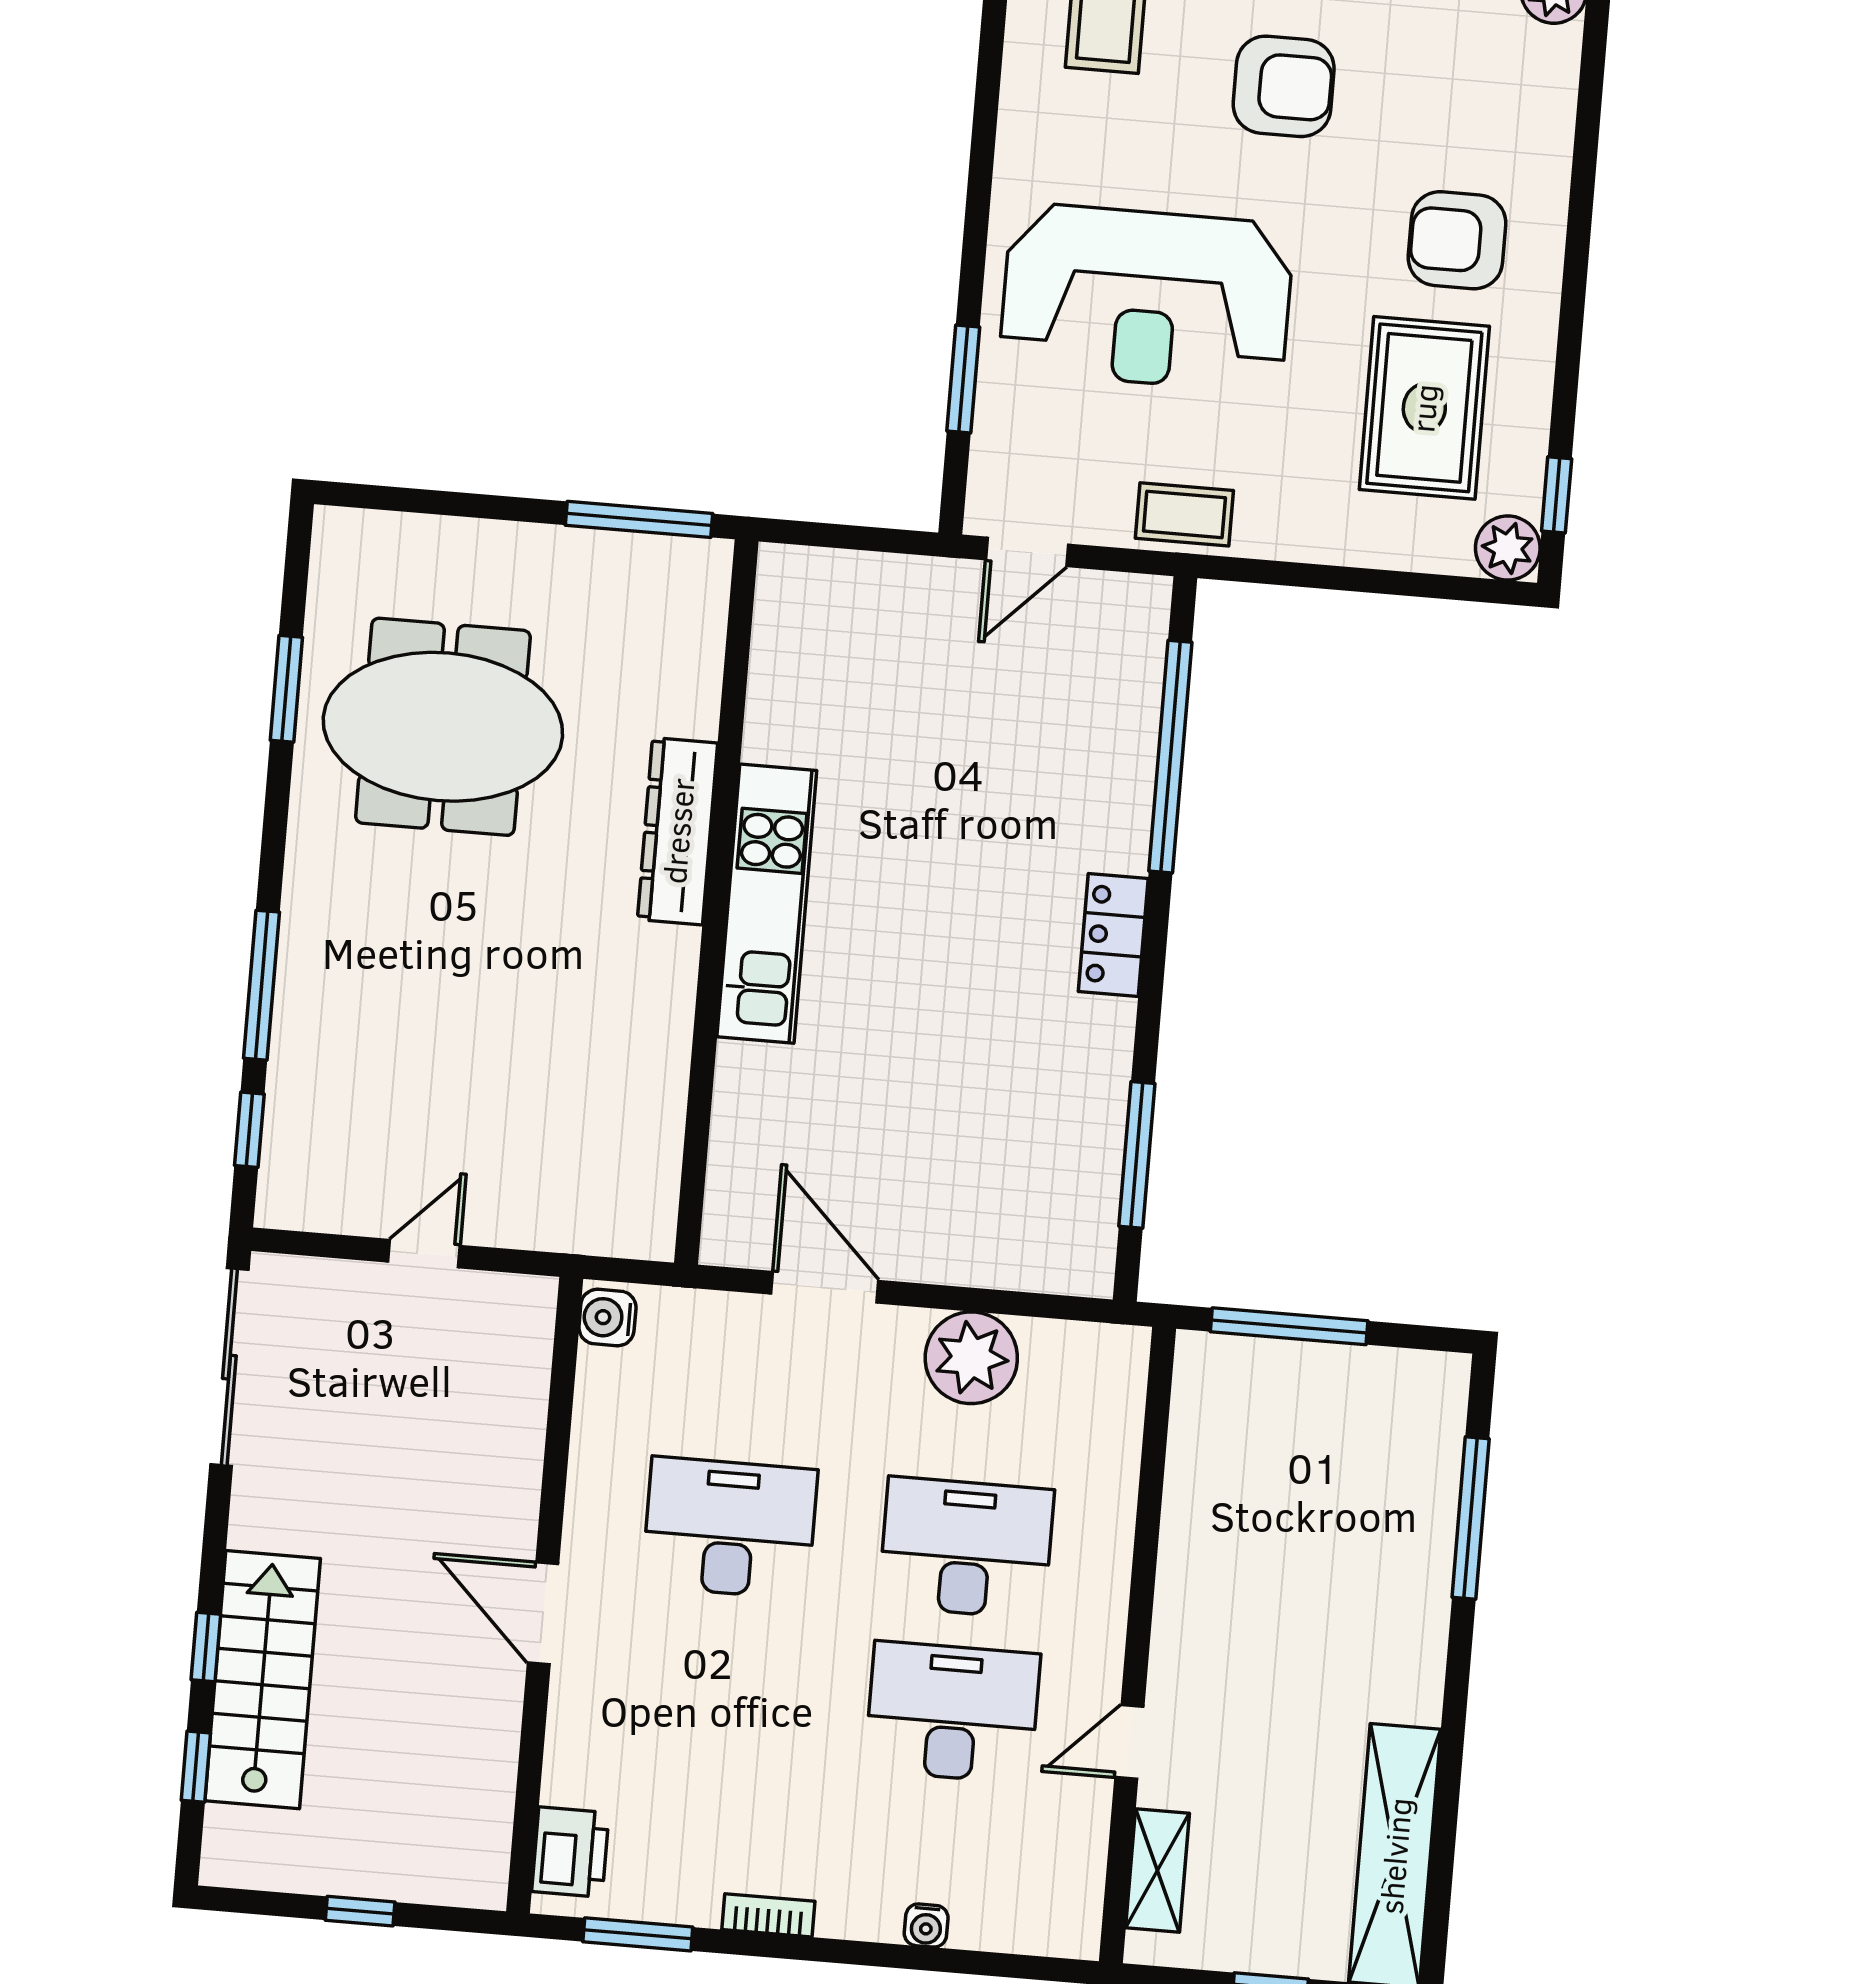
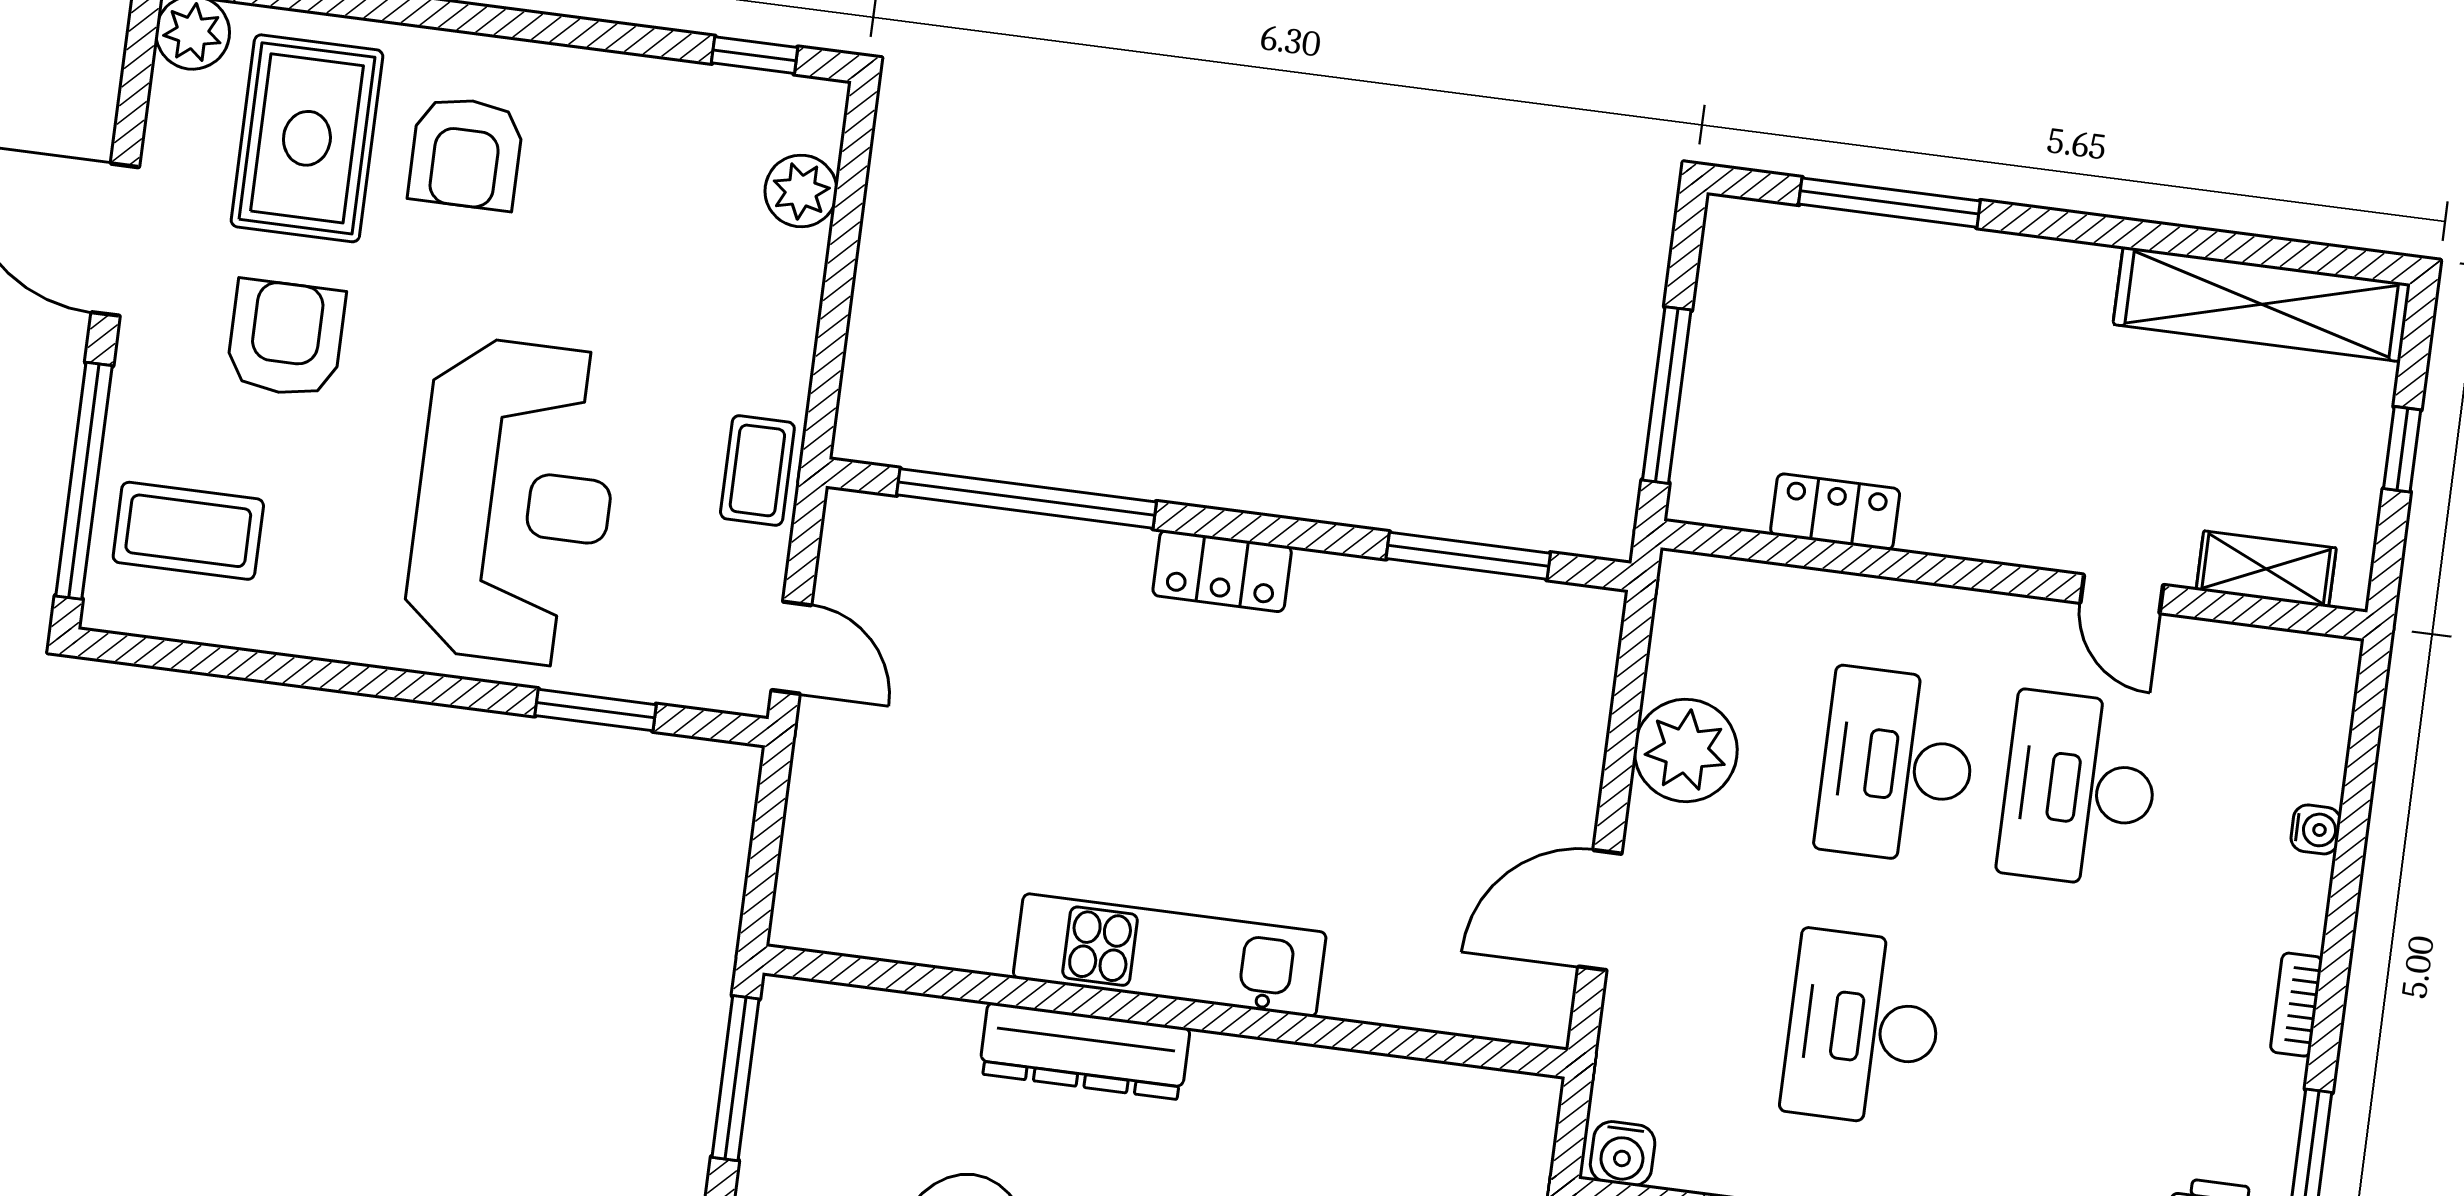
rug: (1424, 408) -> (307, 138), moved, turned 90
plant: (1508, 548) -> (801, 191), moved
locker: (1191, 1482) -> (1835, 512), added

